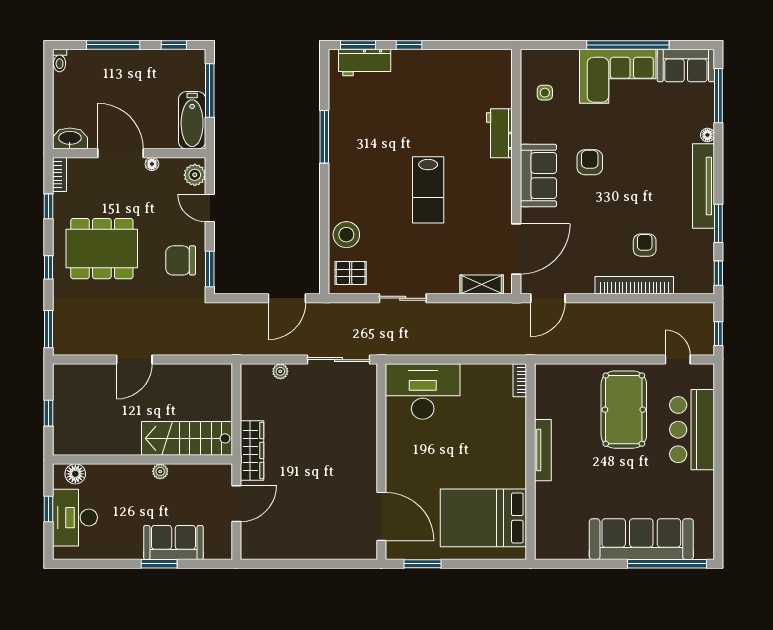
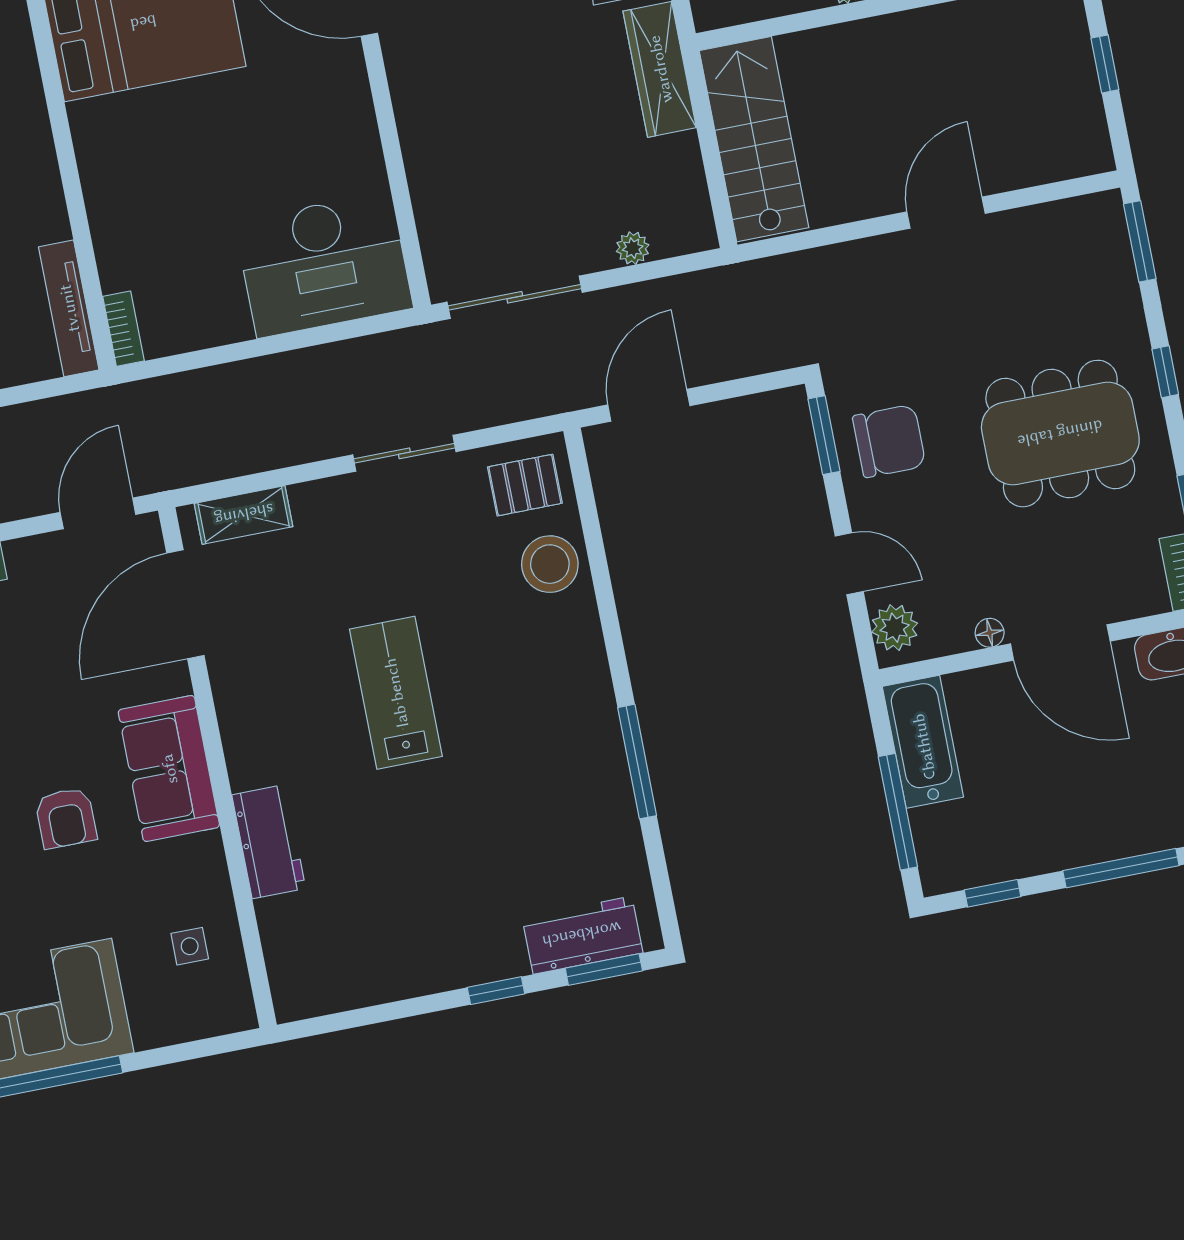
stairs: (187, 438) -> (754, 139), moved, turned -90
tv unit: (543, 450) -> (69, 308), moved

